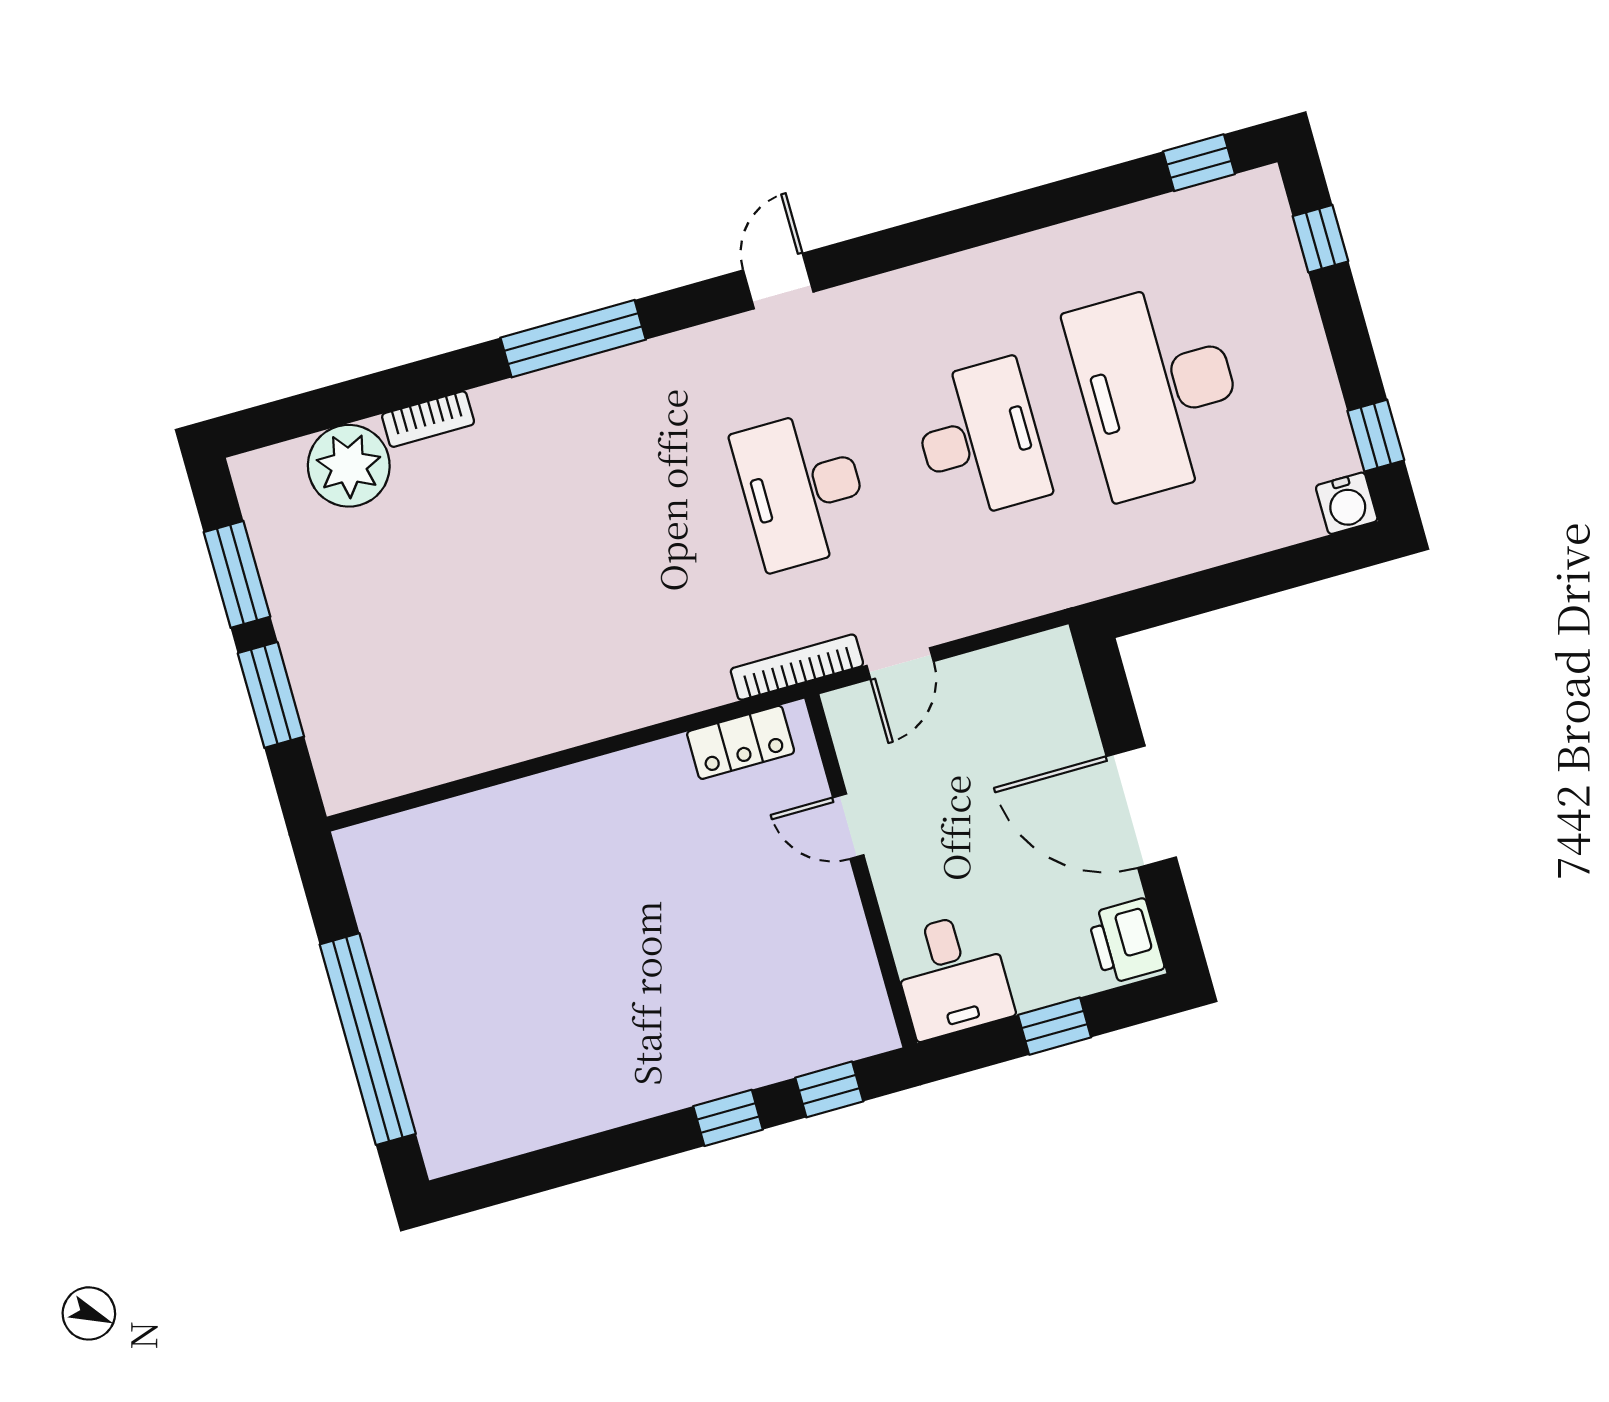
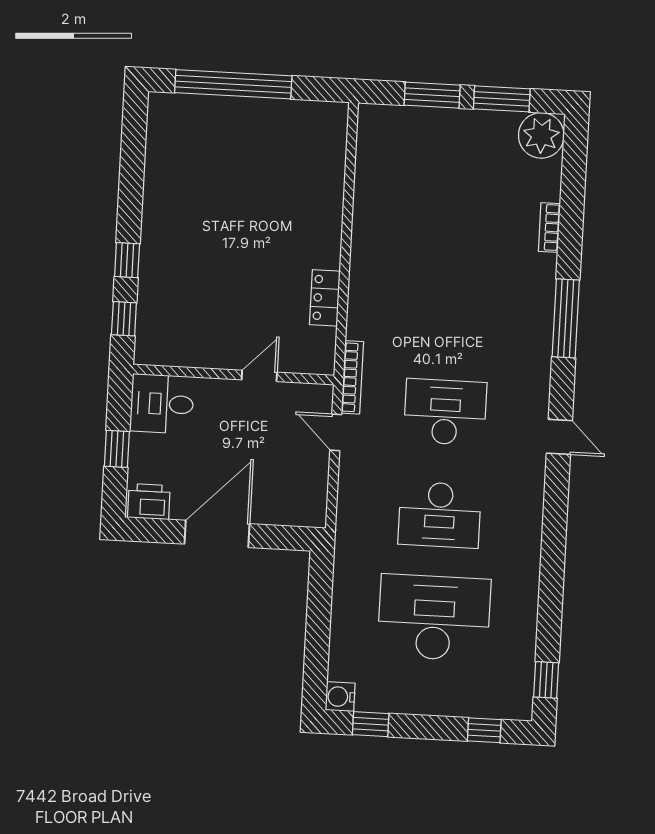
plant: (349, 466) -> (541, 135), moved
locker: (741, 742) -> (325, 298), moved

